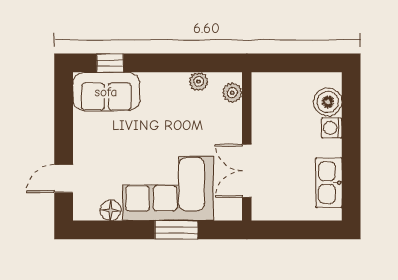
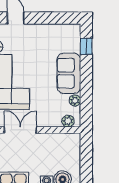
sofa: (106, 92) -> (69, 73), moved

